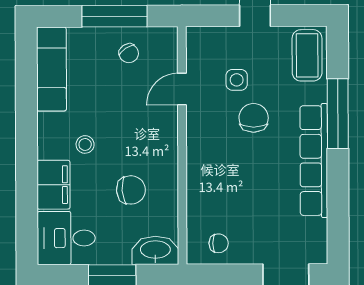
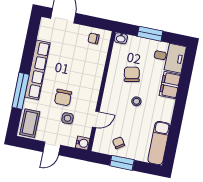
window: (114, 16) -> (122, 163), width x0.69
water cooler: (198, 38) -> (83, 143), added
stool: (85, 144) -> (136, 101), moved
chair: (131, 190) -> (132, 74), turned 83
washbasin: (155, 250) -> (121, 38), width x0.52, depth x0.69

